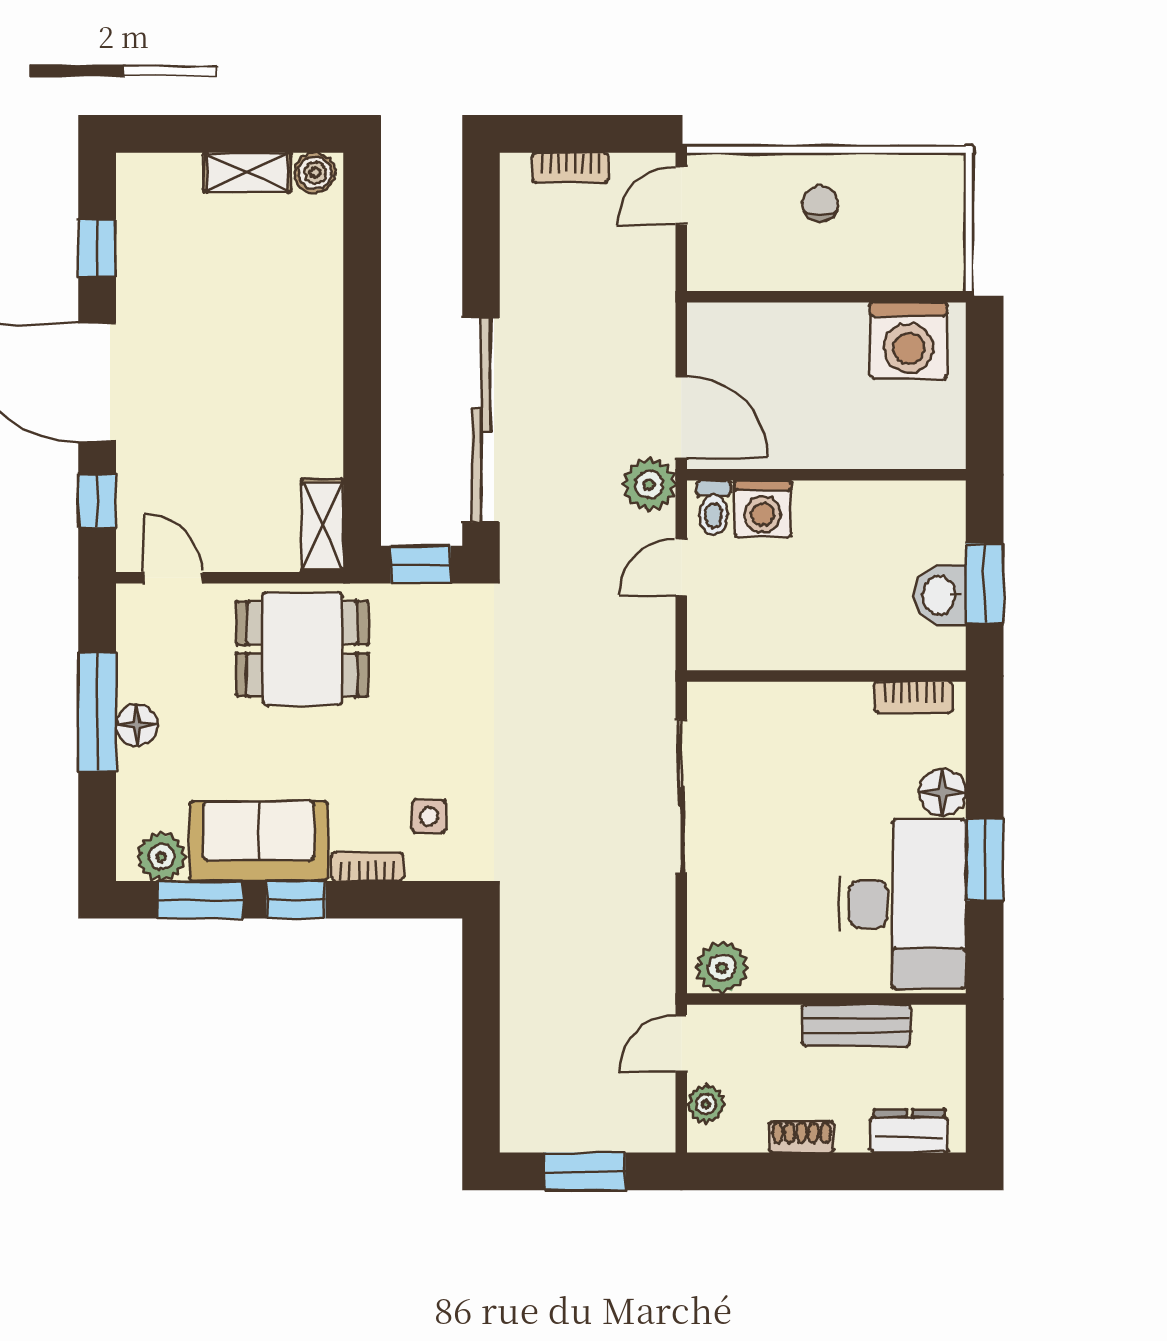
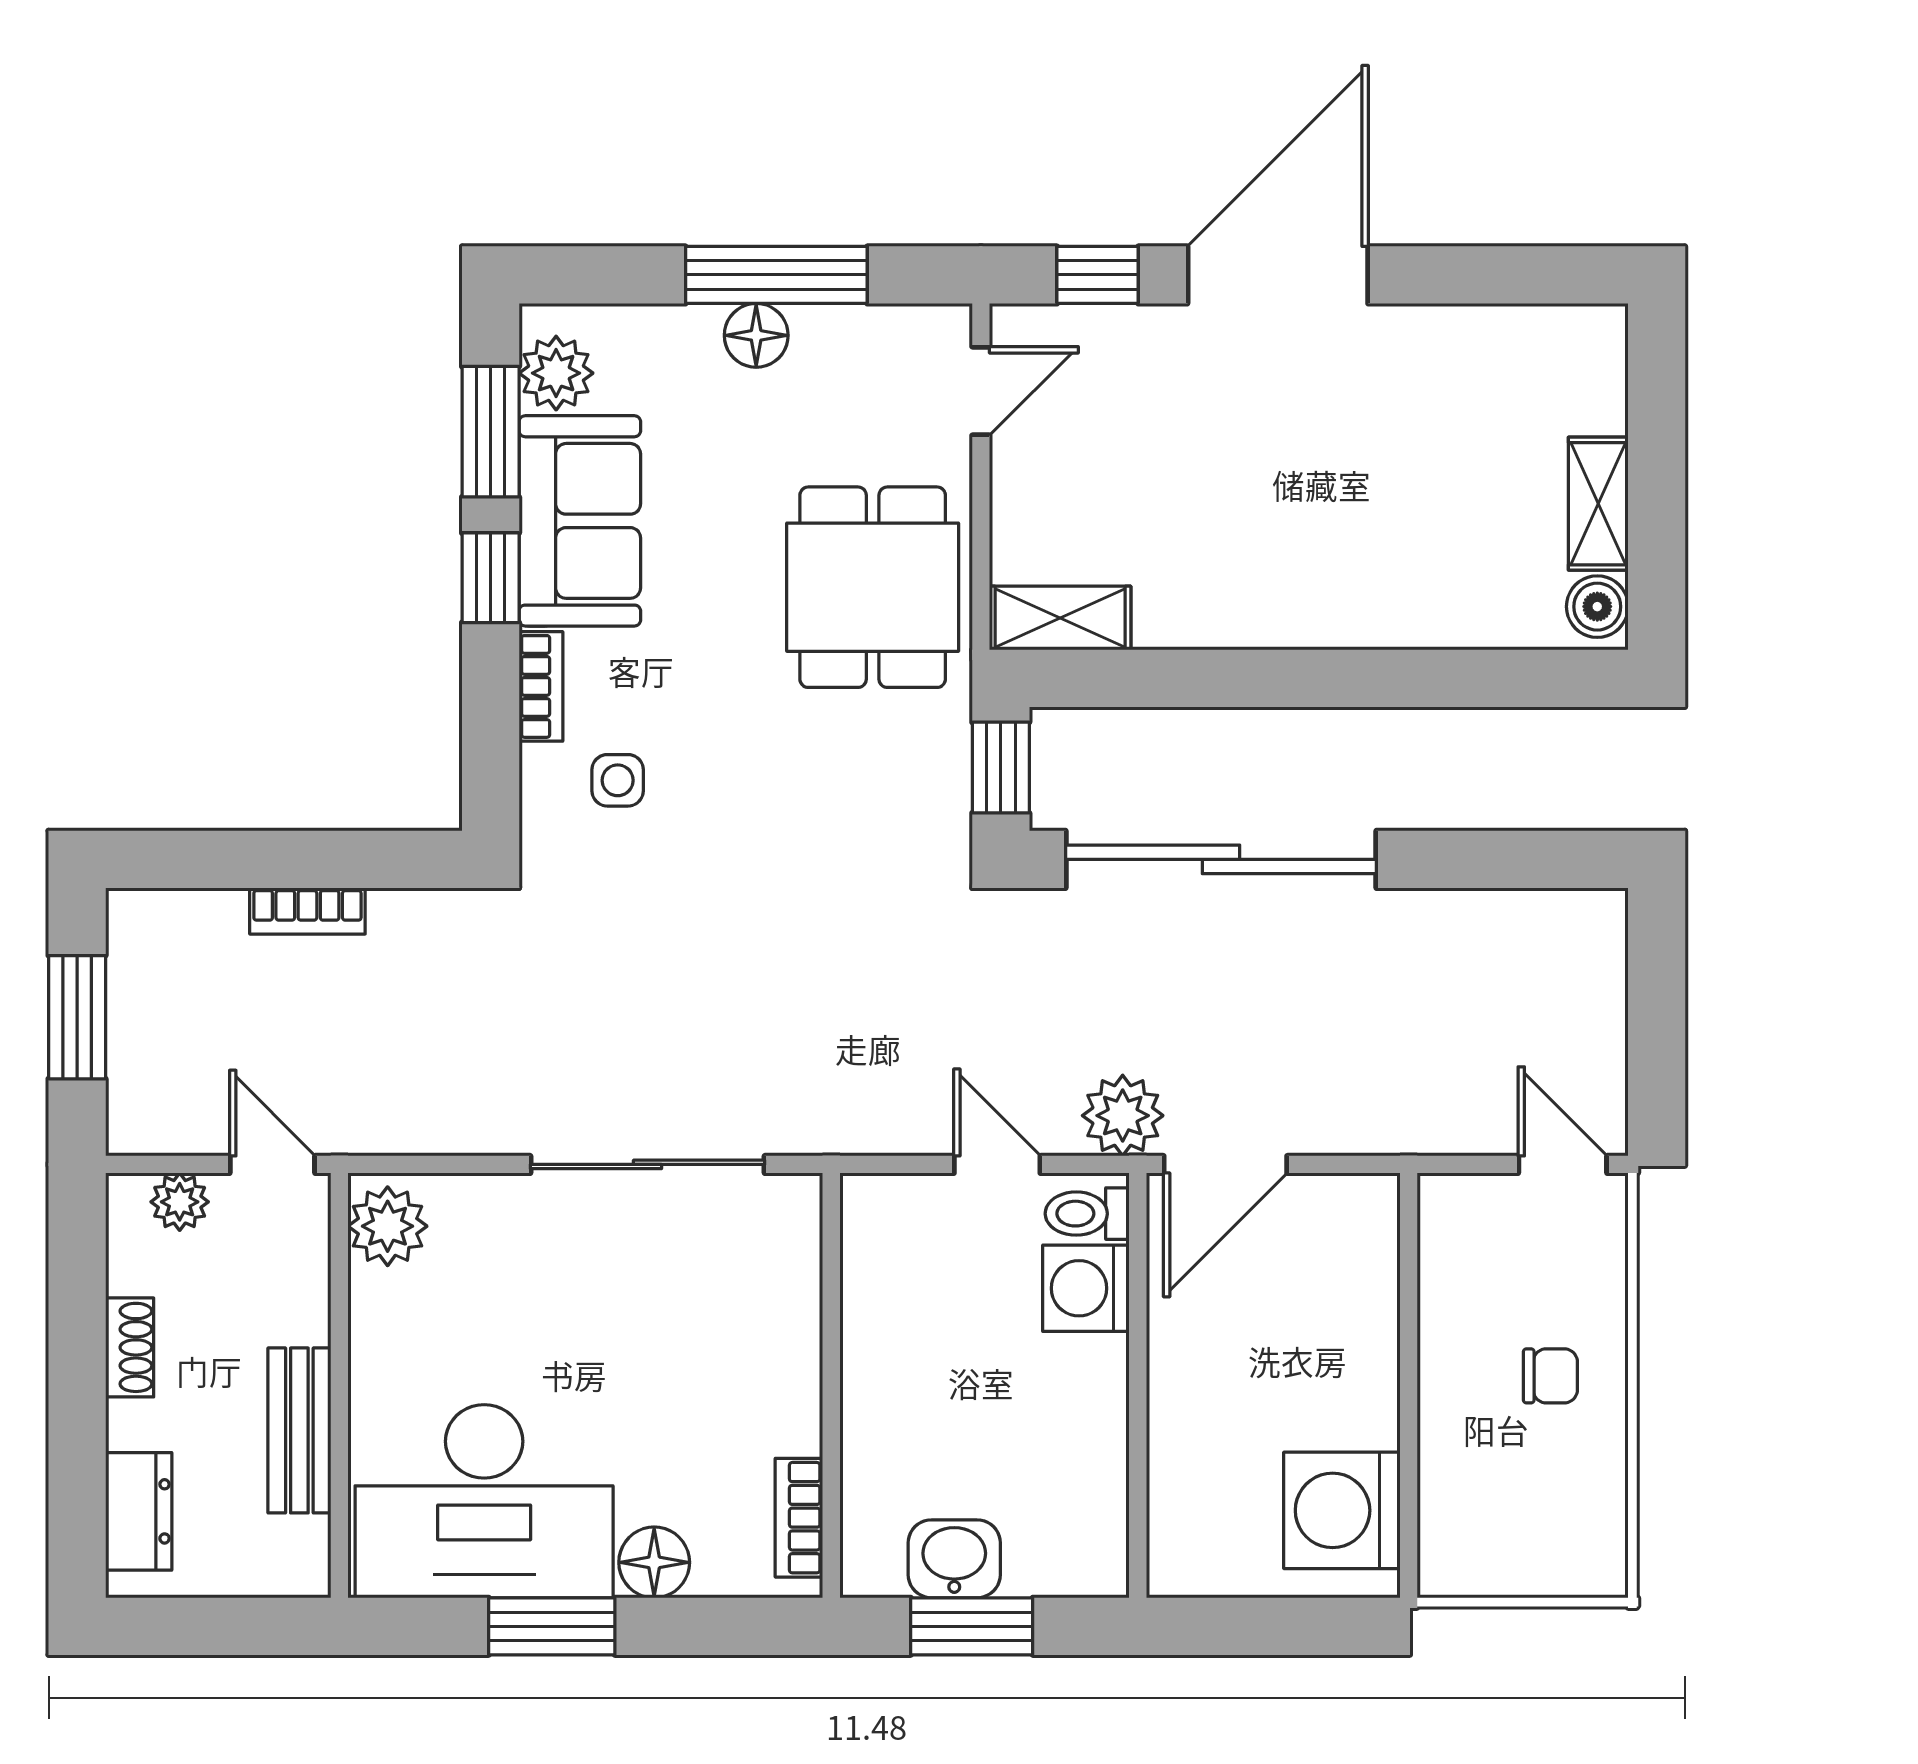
bookcase: (570, 168) -> (307, 911), moved, turned -90
window: (97, 248) -> (1483, 275), removed

